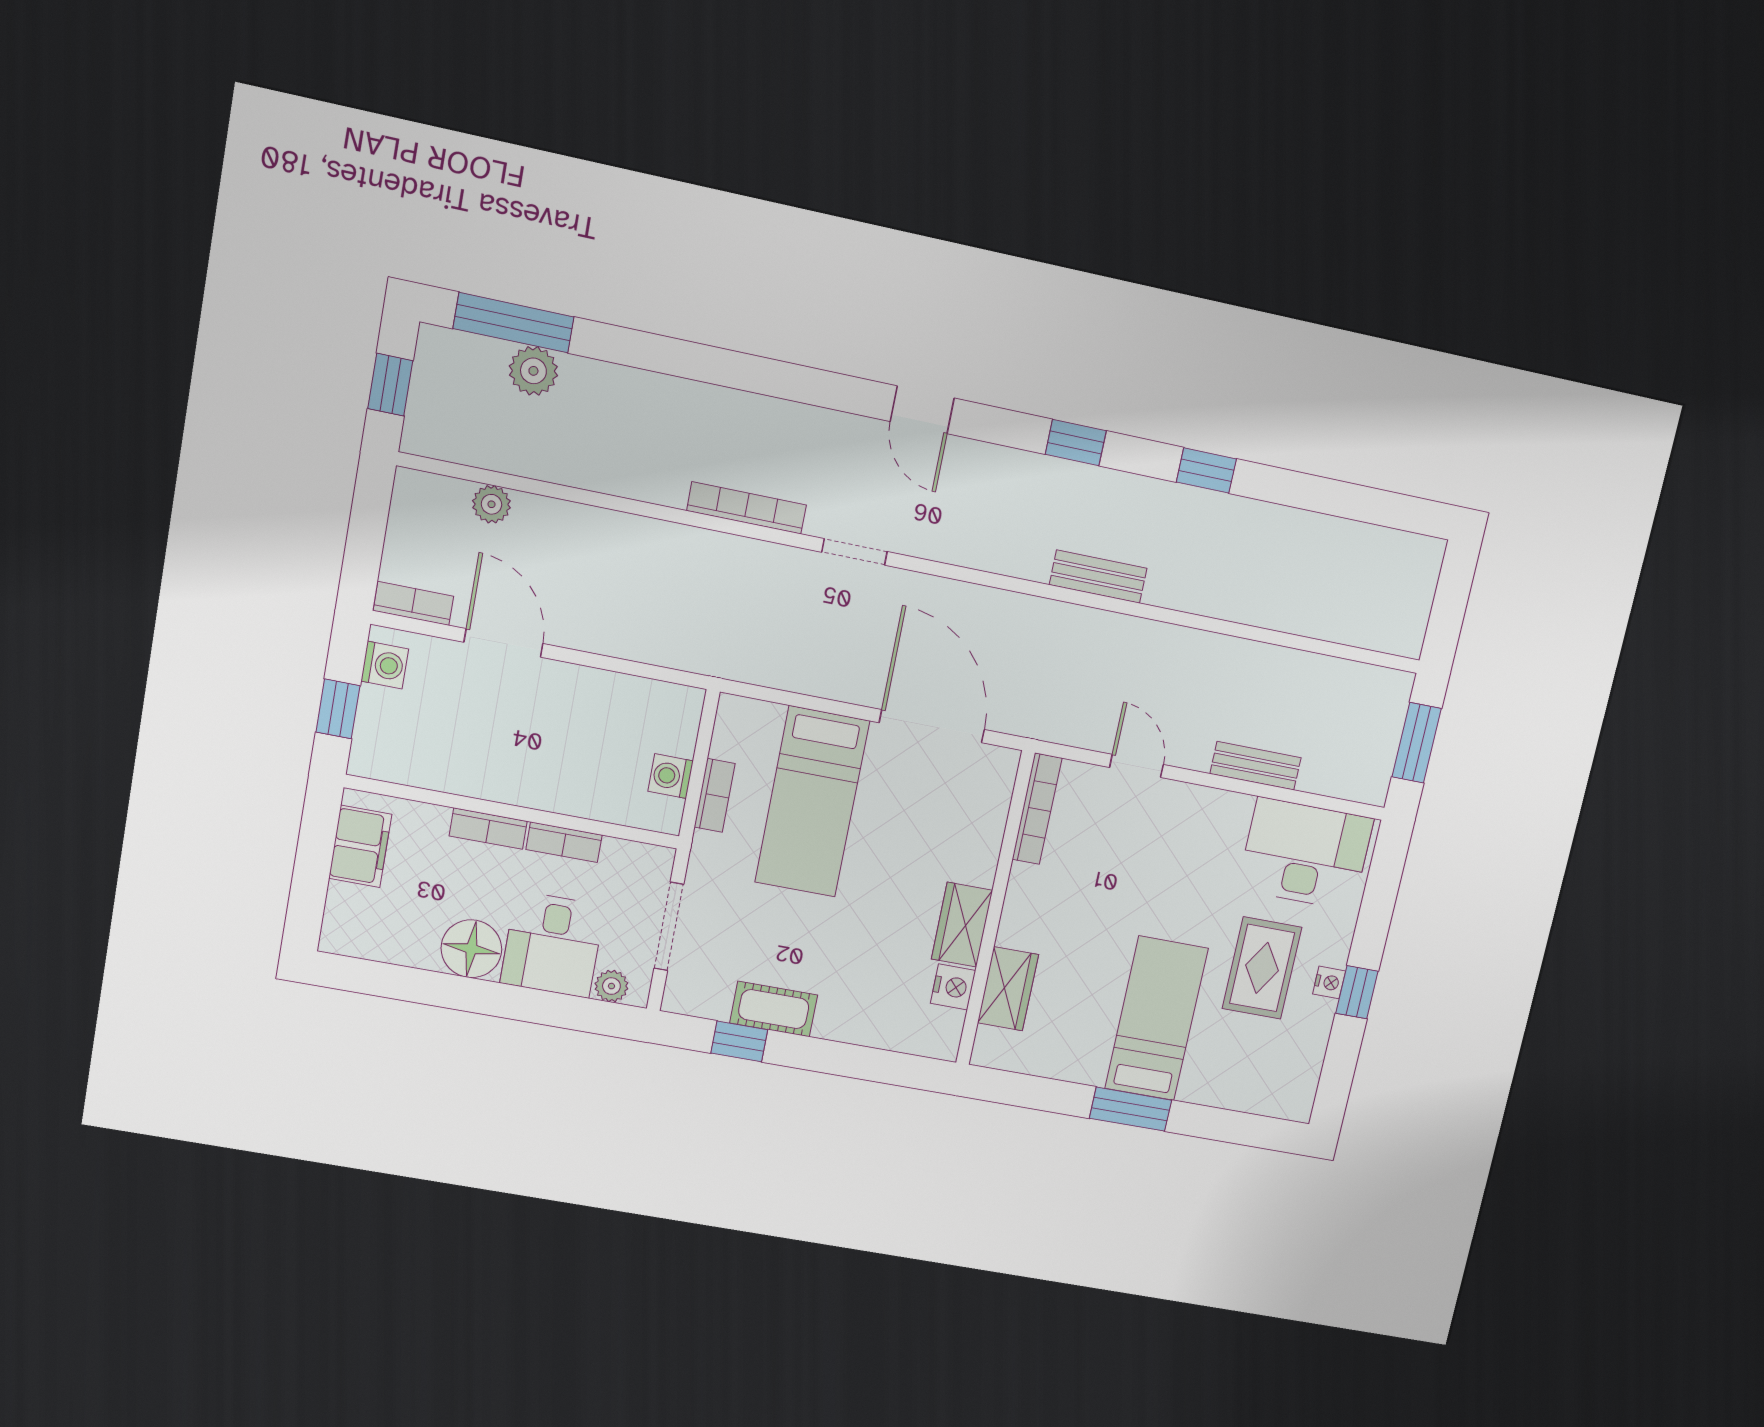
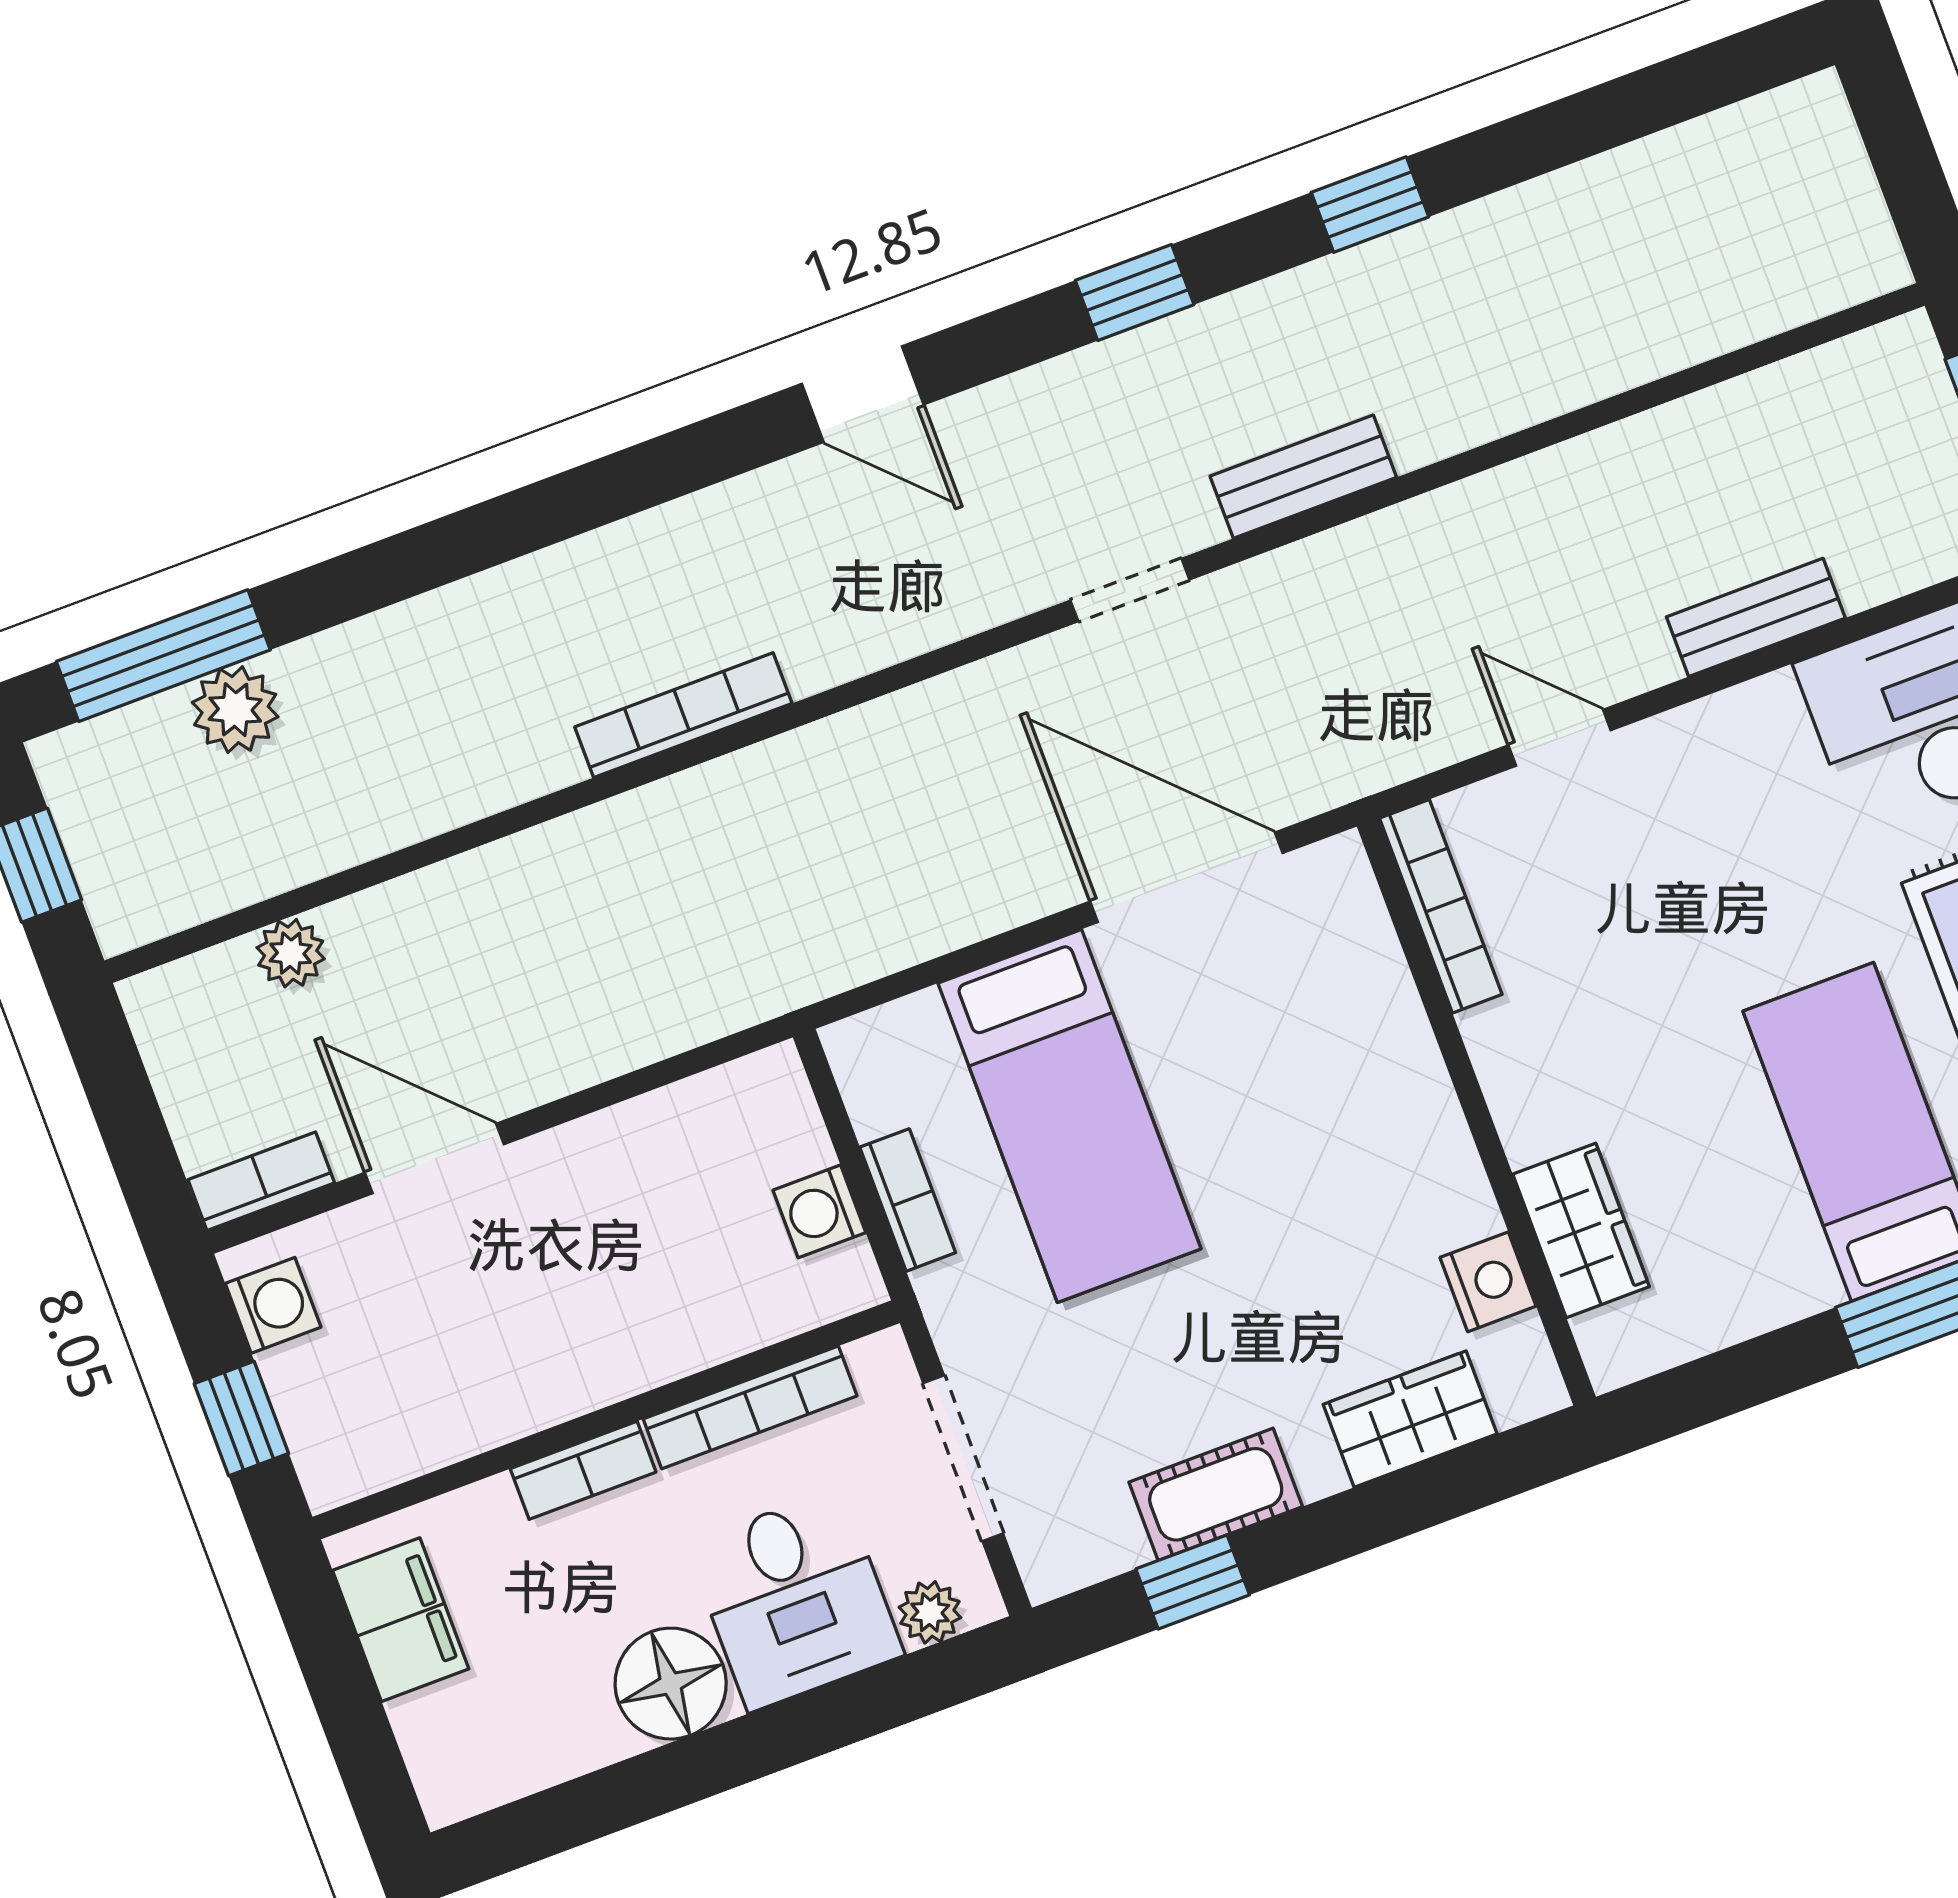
doorway: (854, 552) -> (1130, 590), moved
bookcase: (564, 842) -> (750, 1407), width x1.56
wardrobe: (962, 925) -> (1410, 1419), moved, turned 90

